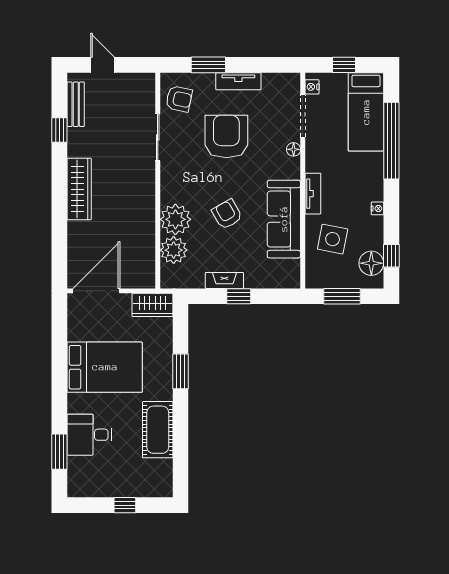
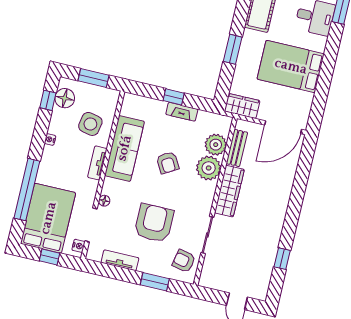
tv unit: (238, 81) -> (120, 260), moved
bench: (76, 104) -> (237, 148), moved
bed: (366, 112) -> (48, 218), width x1.50
armchair: (226, 136) -> (154, 223), turned 180
wardrobe: (79, 189) -> (229, 191), moved, turned 180

